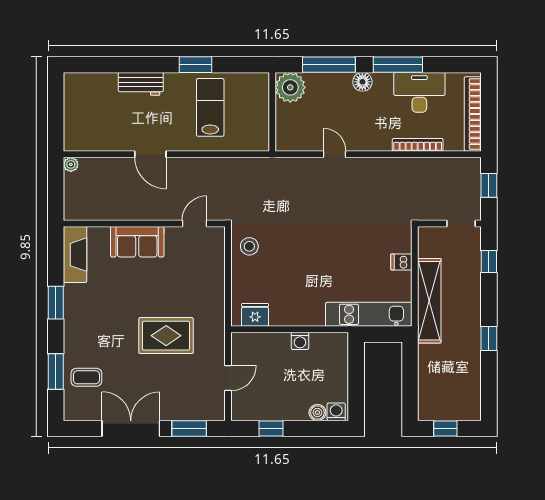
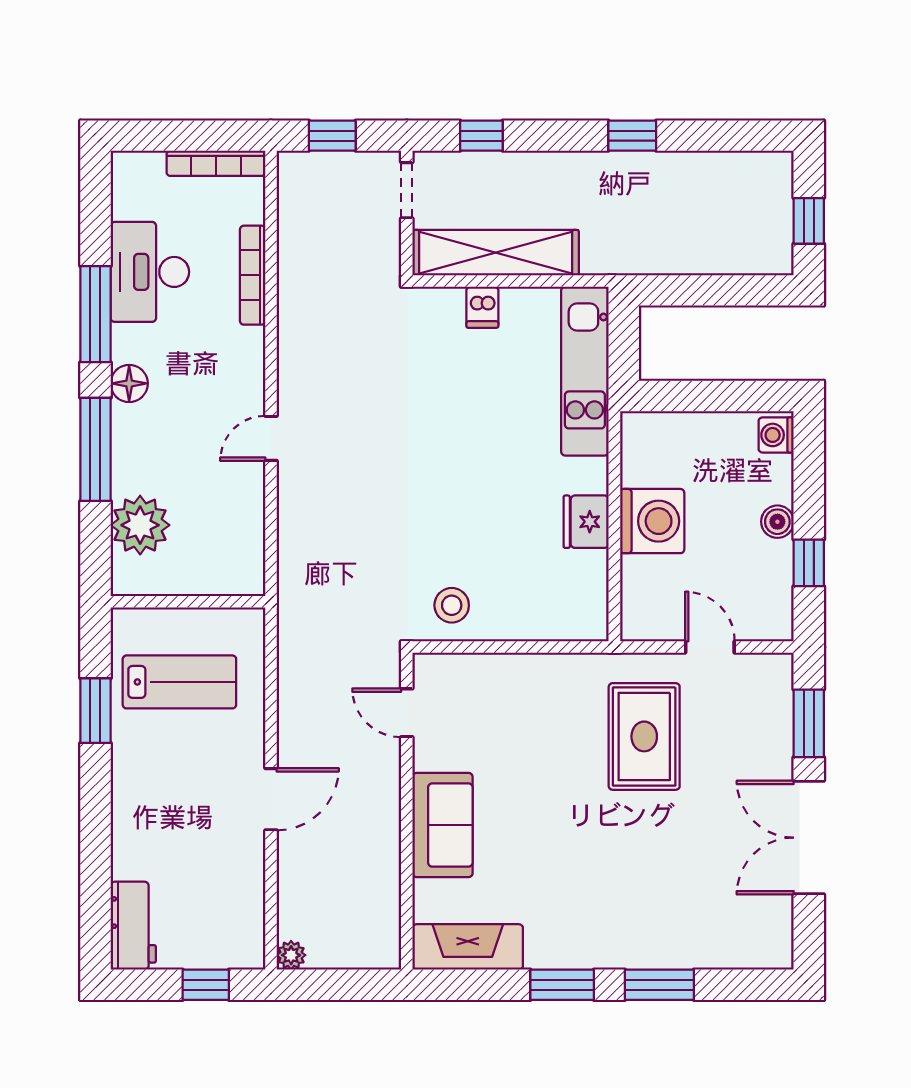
workbench: (141, 84) -> (133, 926), moved
lab bench: (210, 107) -> (179, 682), turned 180
wall: (272, 112) -> (188, 602), moved
bookcase: (473, 114) -> (216, 163), width x0.68, depth x0.76
window: (56, 121) -> (206, 985), added
shelving: (429, 301) -> (496, 253), moved
fridge: (255, 315) -> (586, 522), moved
rug: (166, 336) -> (644, 736), moved
washing machine: (300, 341) -> (652, 521), width x1.89, depth x1.89
window: (56, 371) -> (659, 985), moved
coffee table: (86, 377) -> (708, 925), removed
boiler: (317, 413) -> (777, 522), moved

